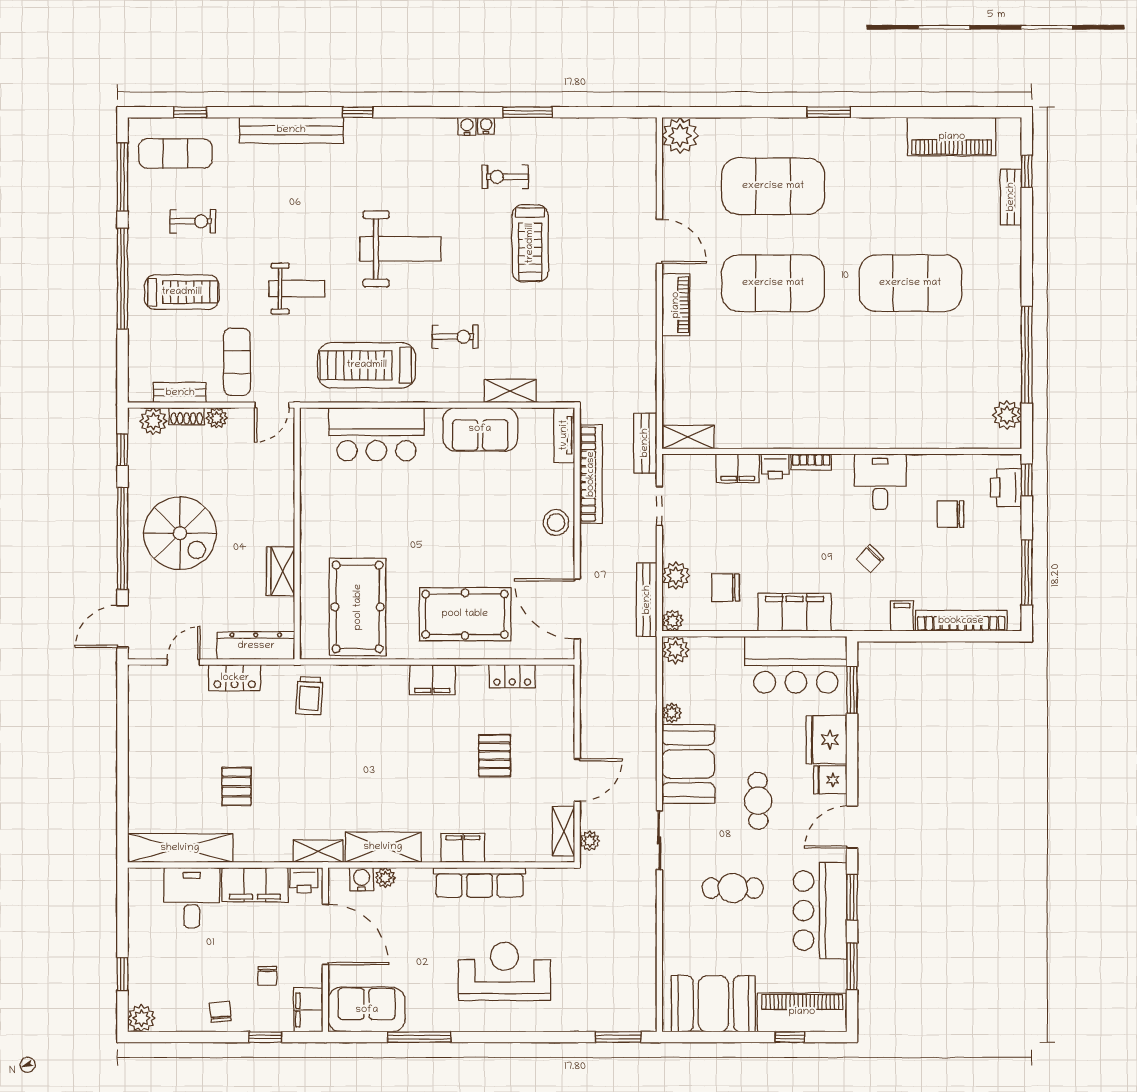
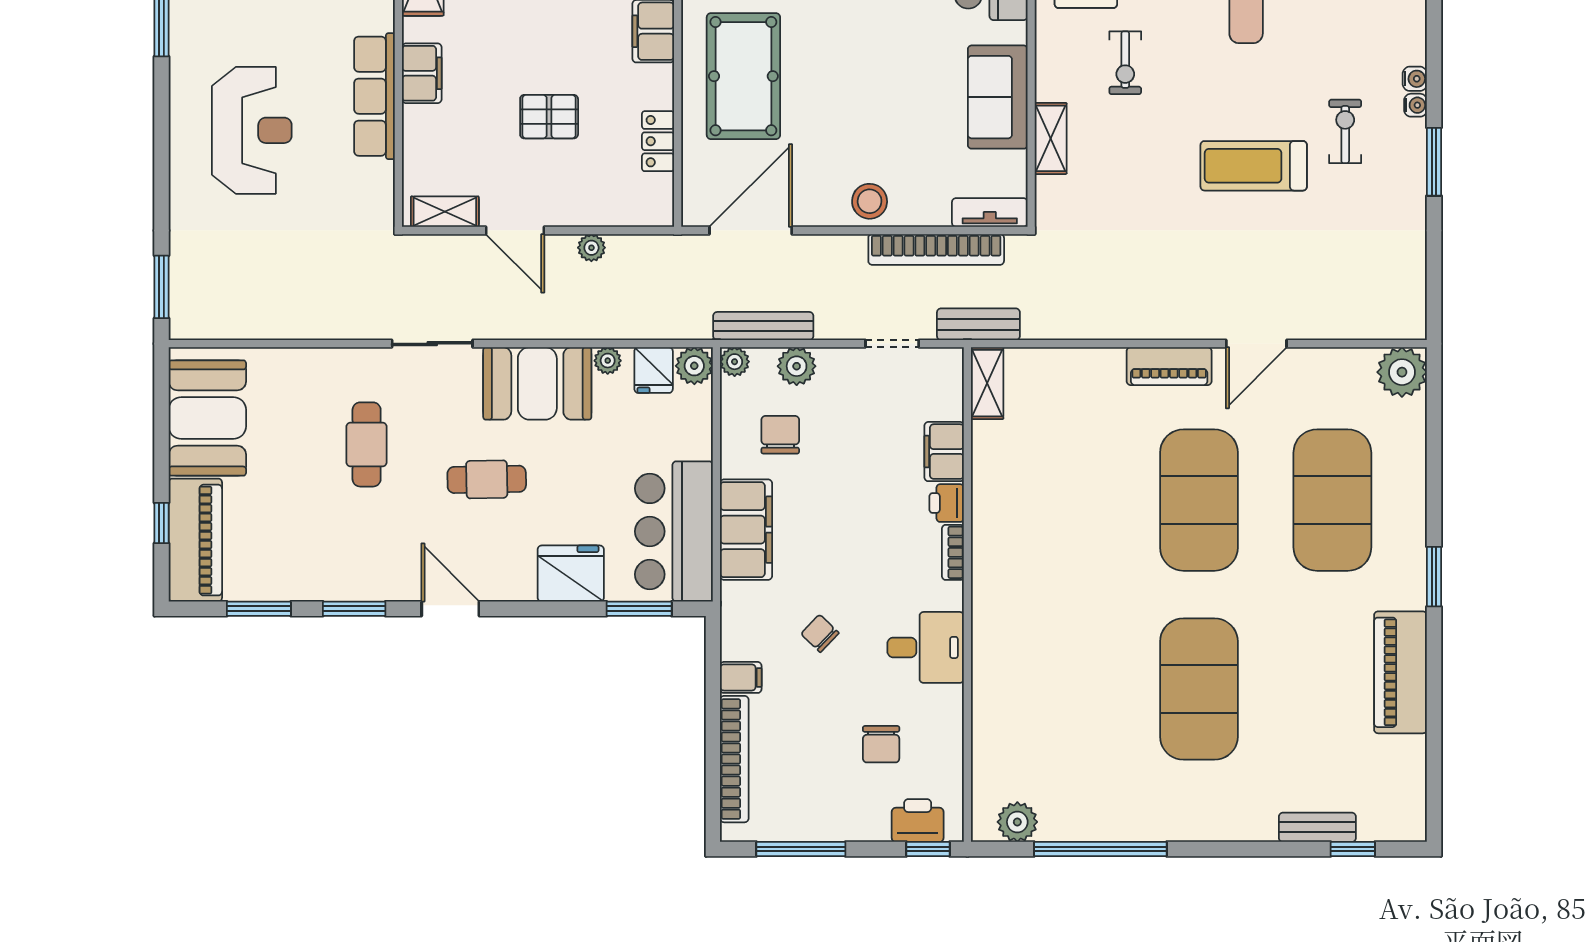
piano: (952, 137) -> (1400, 672), moved
chair: (951, 514) -> (881, 744), turned 180
fridge: (830, 780) -> (654, 370), moved, turned 180
plant: (590, 841) -> (591, 248), moved
bar counter: (820, 911) -> (336, 565), removed

